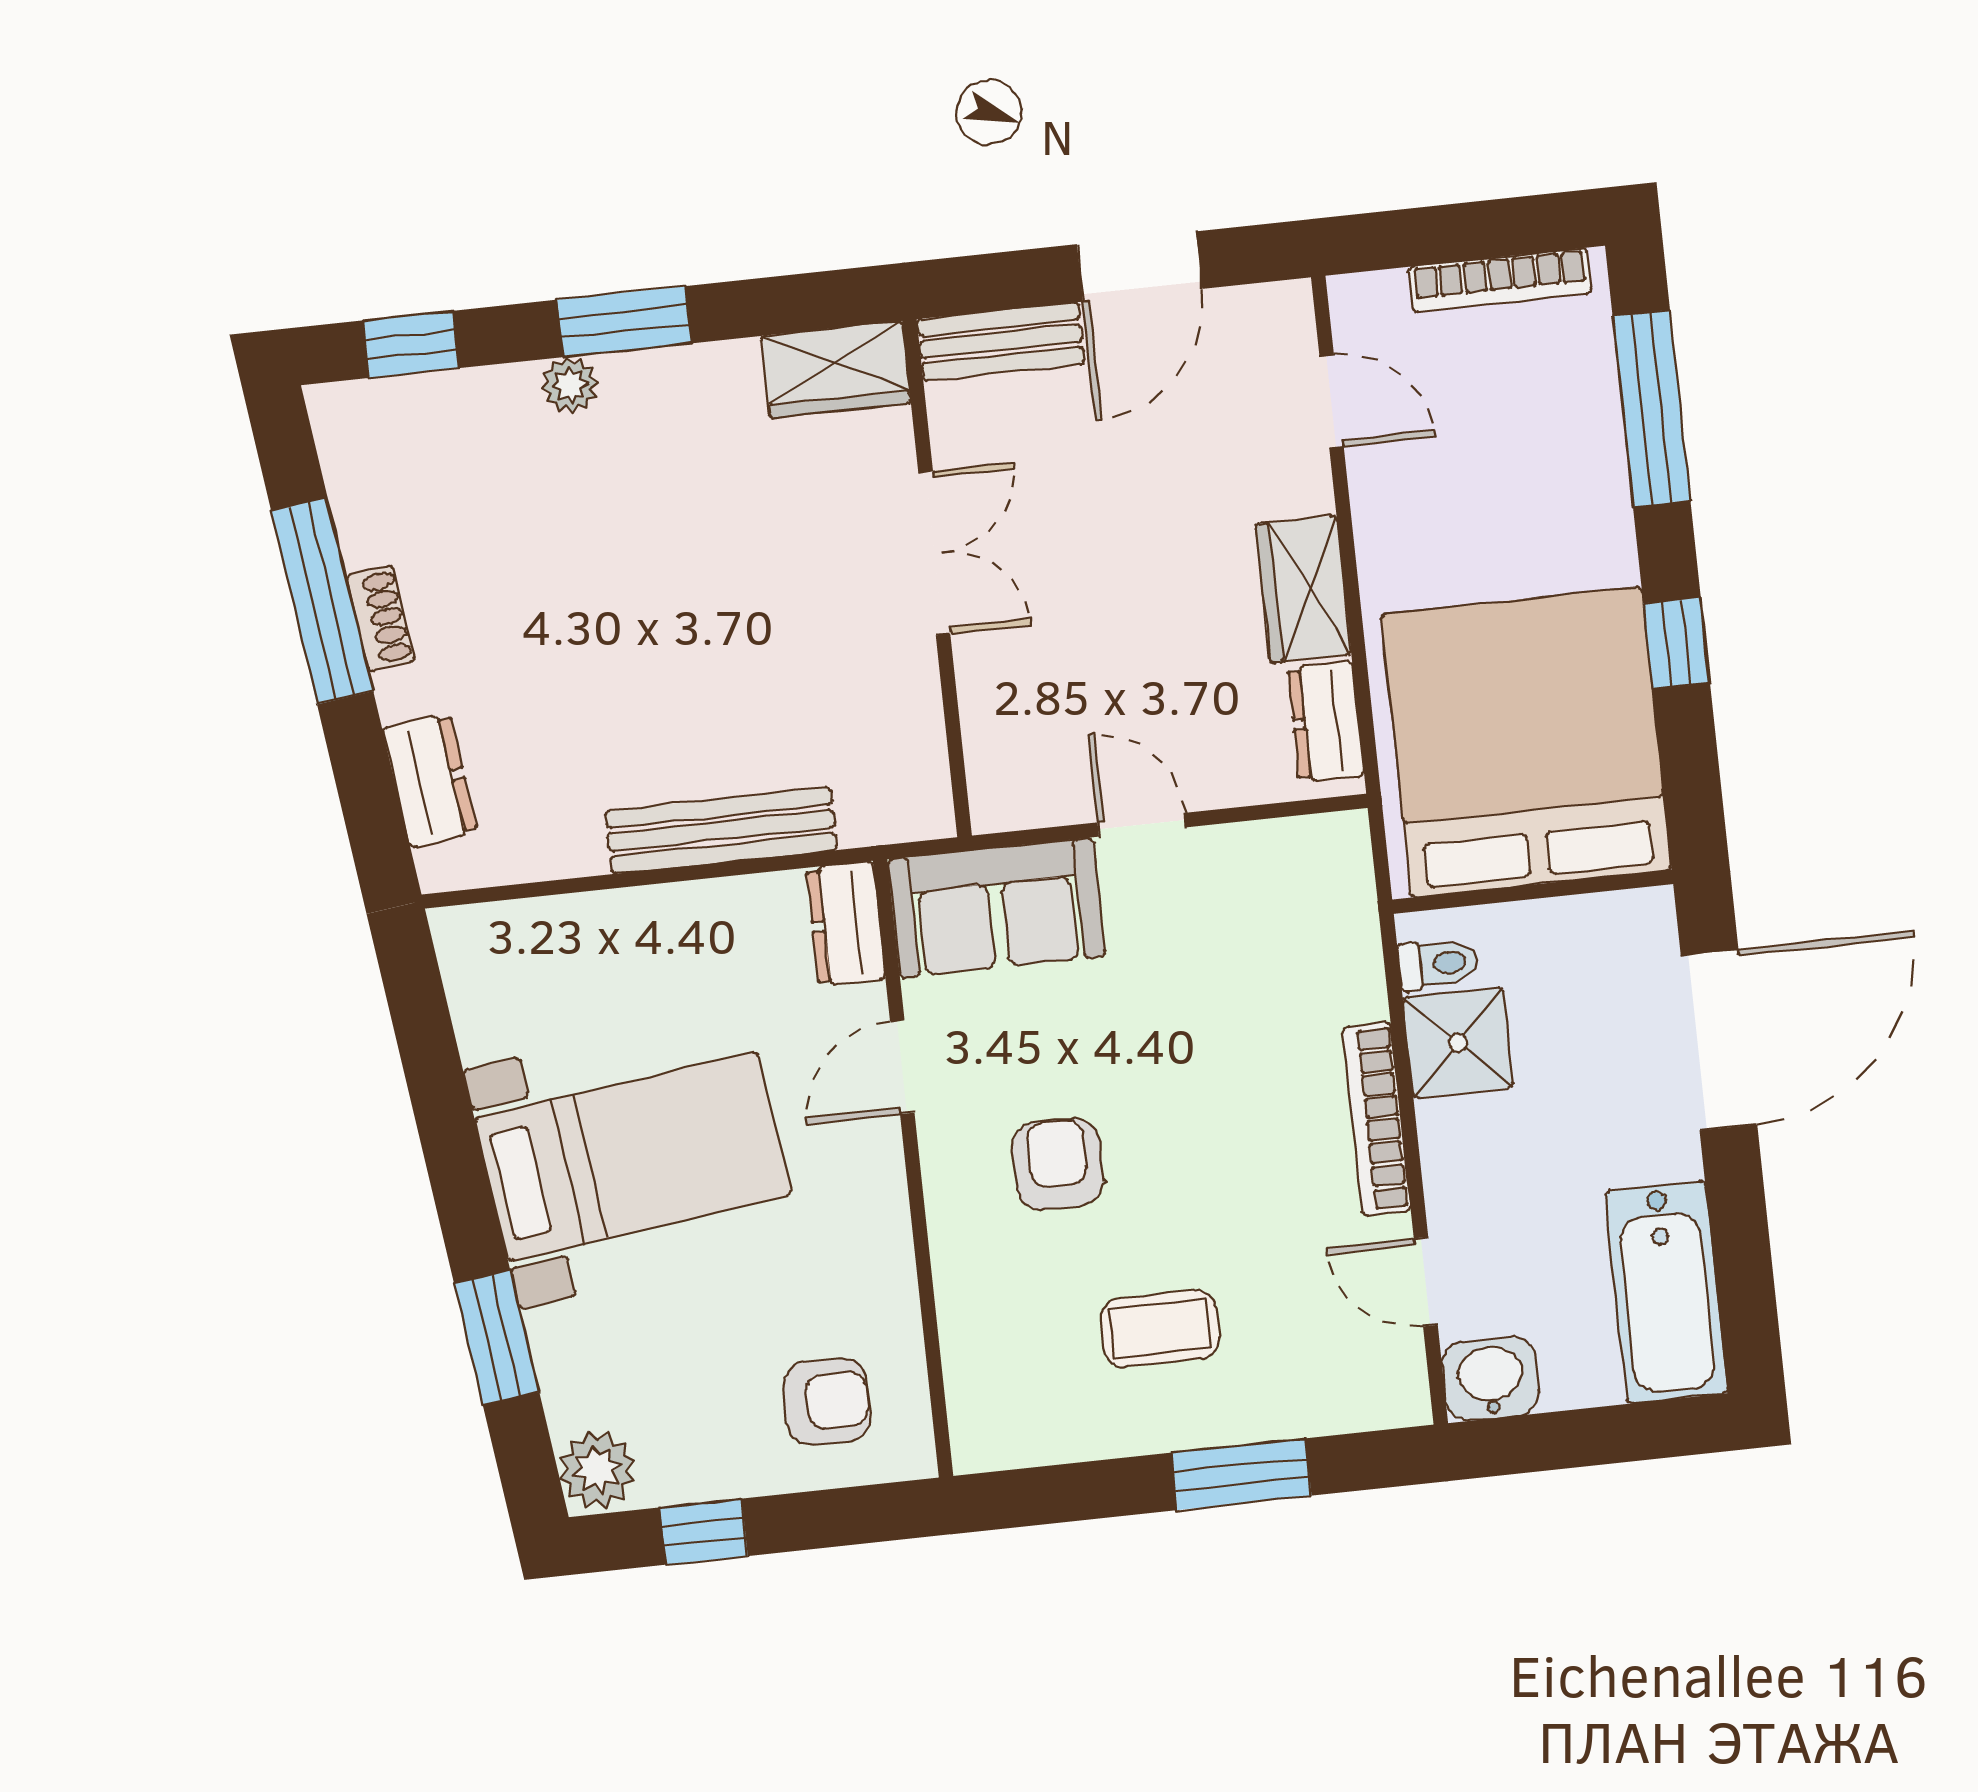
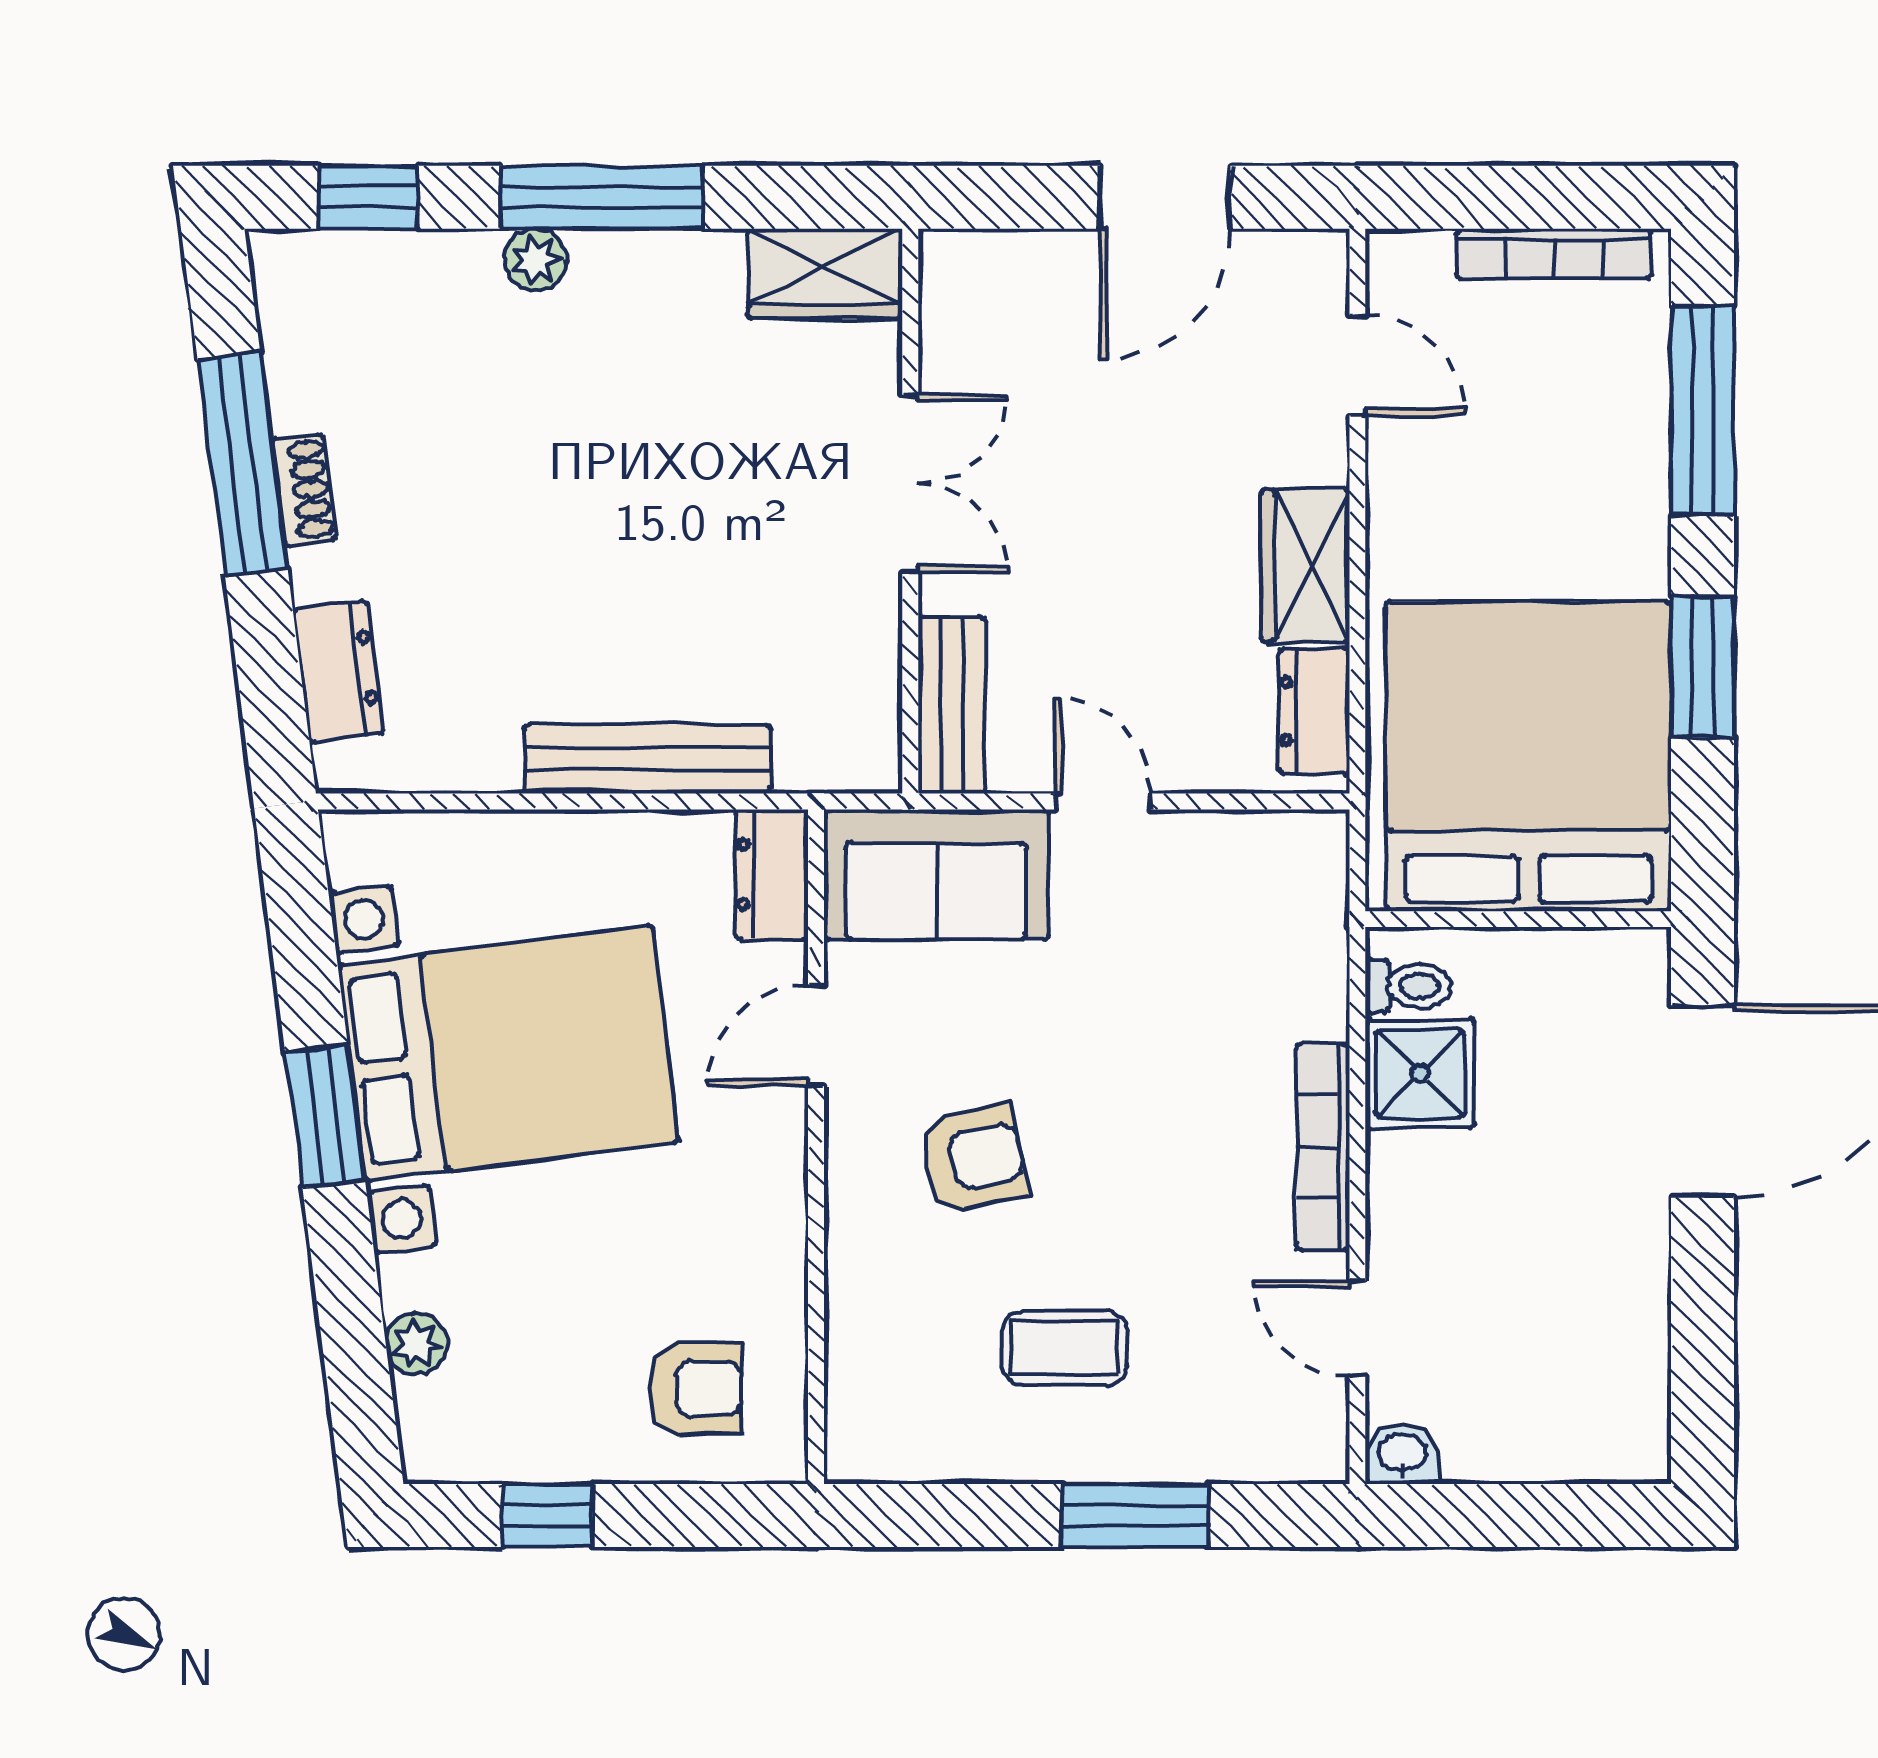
window: (624, 322) -> (602, 197), width x1.44
bench: (1001, 342) -> (952, 705), moved, turned 90
window: (1677, 643) -> (1703, 667), width x1.50
bed with nightstands: (633, 1156) -> (508, 1053), width x1.36
armchair: (1058, 1164) -> (973, 1159), turned 79
bathtub: (1666, 1292) -> (1616, 1368), removed
window: (497, 1338) -> (325, 1117), moved
washbasin: (1491, 1379) -> (1402, 1454), width x0.72, depth x0.69
plant: (597, 1470) -> (416, 1344), moved, width x0.73, depth x0.73

